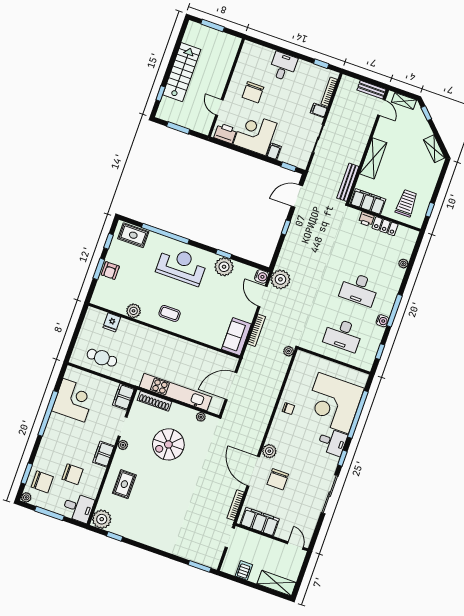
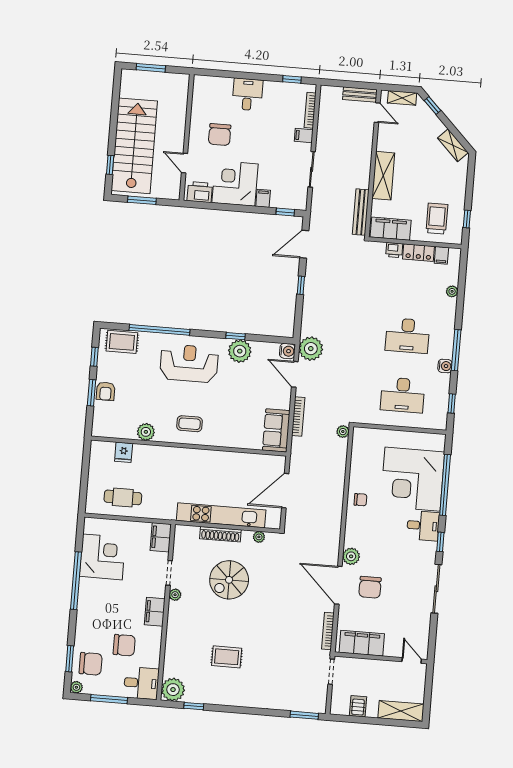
stairs: (182, 72) -> (134, 146), width x1.36, depth x1.51
filing cabinet: (402, 233) -> (441, 255), added
shoe rack: (154, 401) -> (220, 534), moved
rug: (124, 484) -> (227, 657), moved, turned 90

